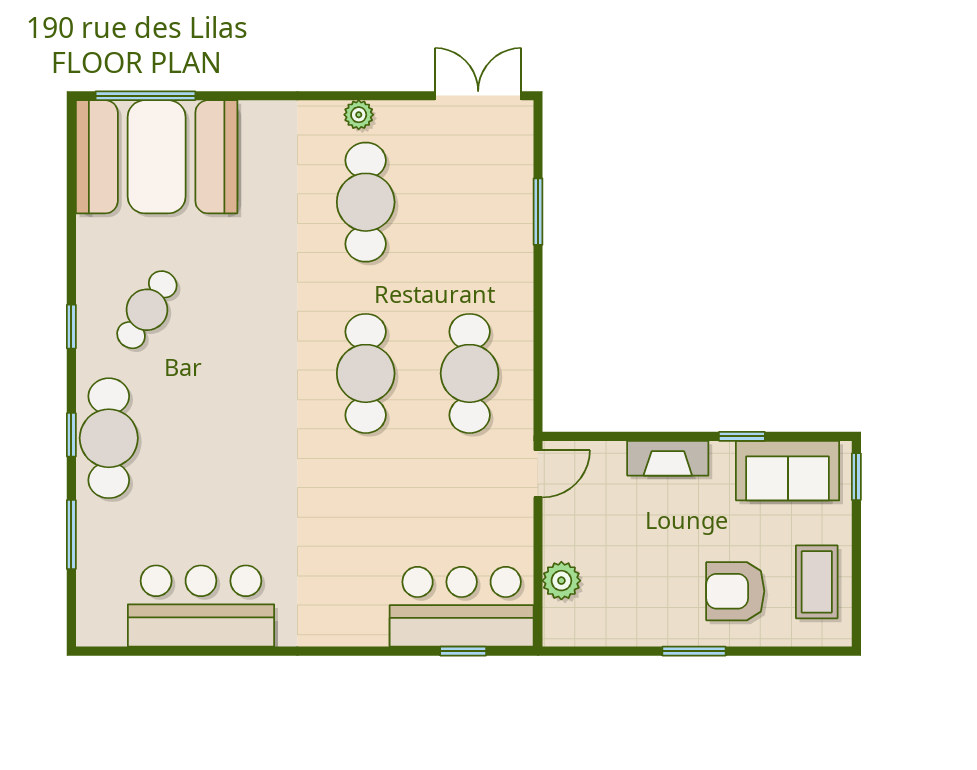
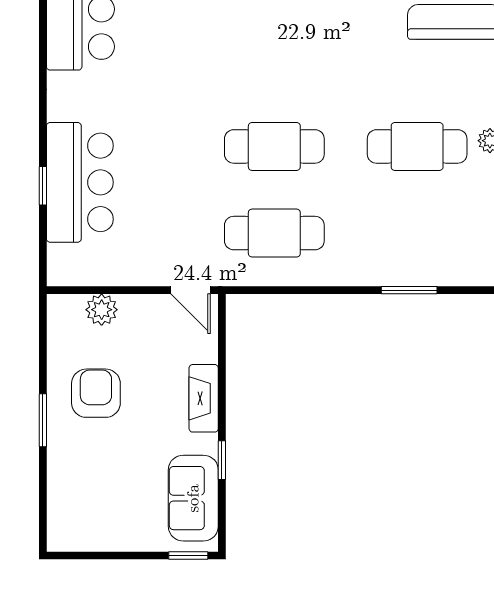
coffee table: (817, 582) -> (101, 522), removed
armchair: (735, 591) -> (96, 393), moved
bar counter: (462, 607) -> (80, 182), moved
window: (463, 651) -> (43, 186), moved

